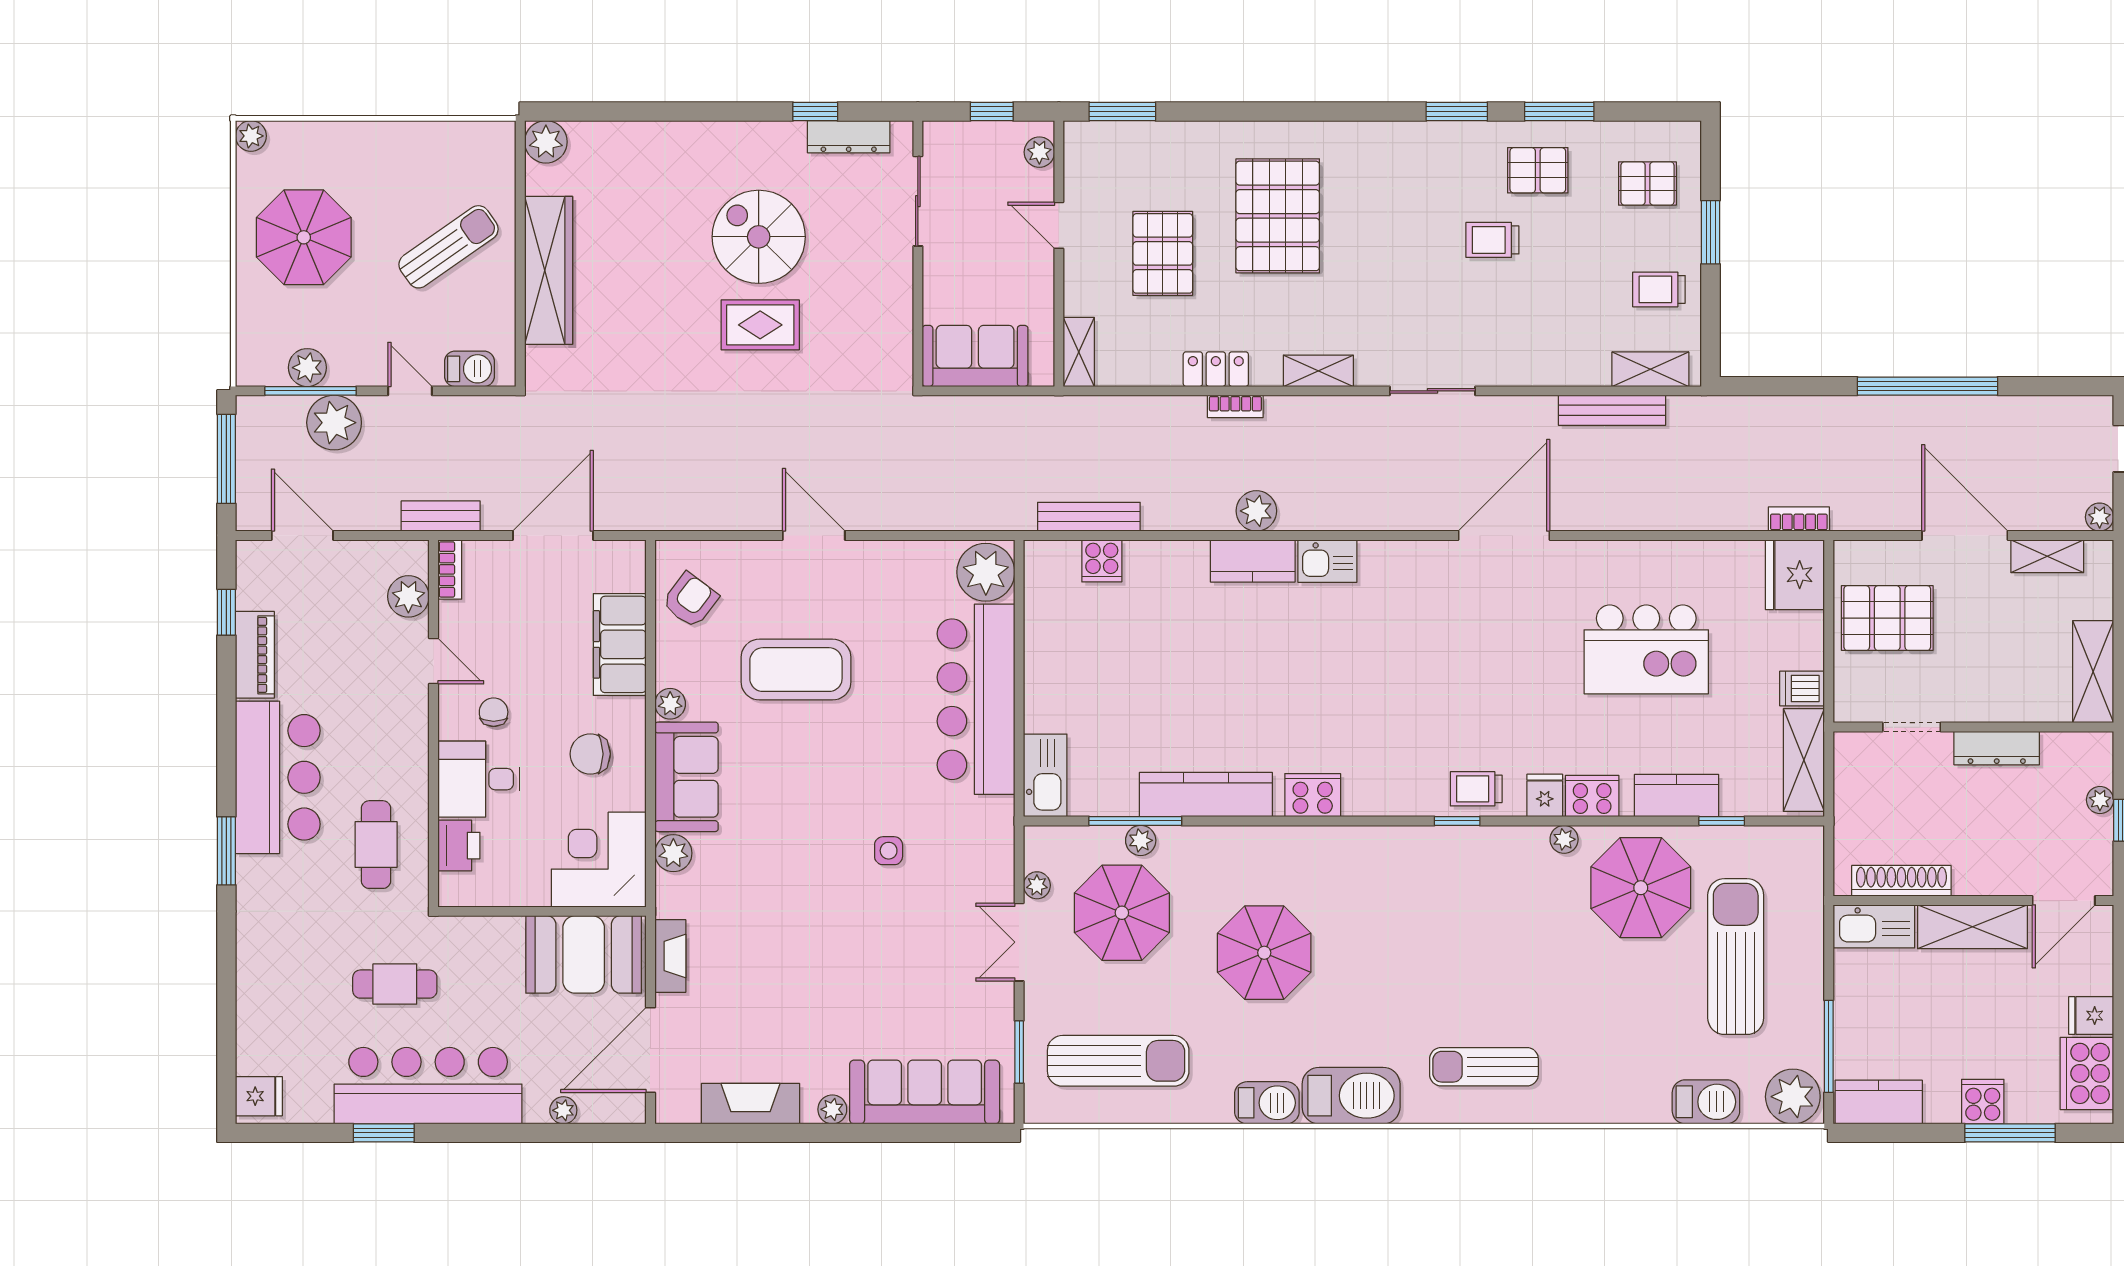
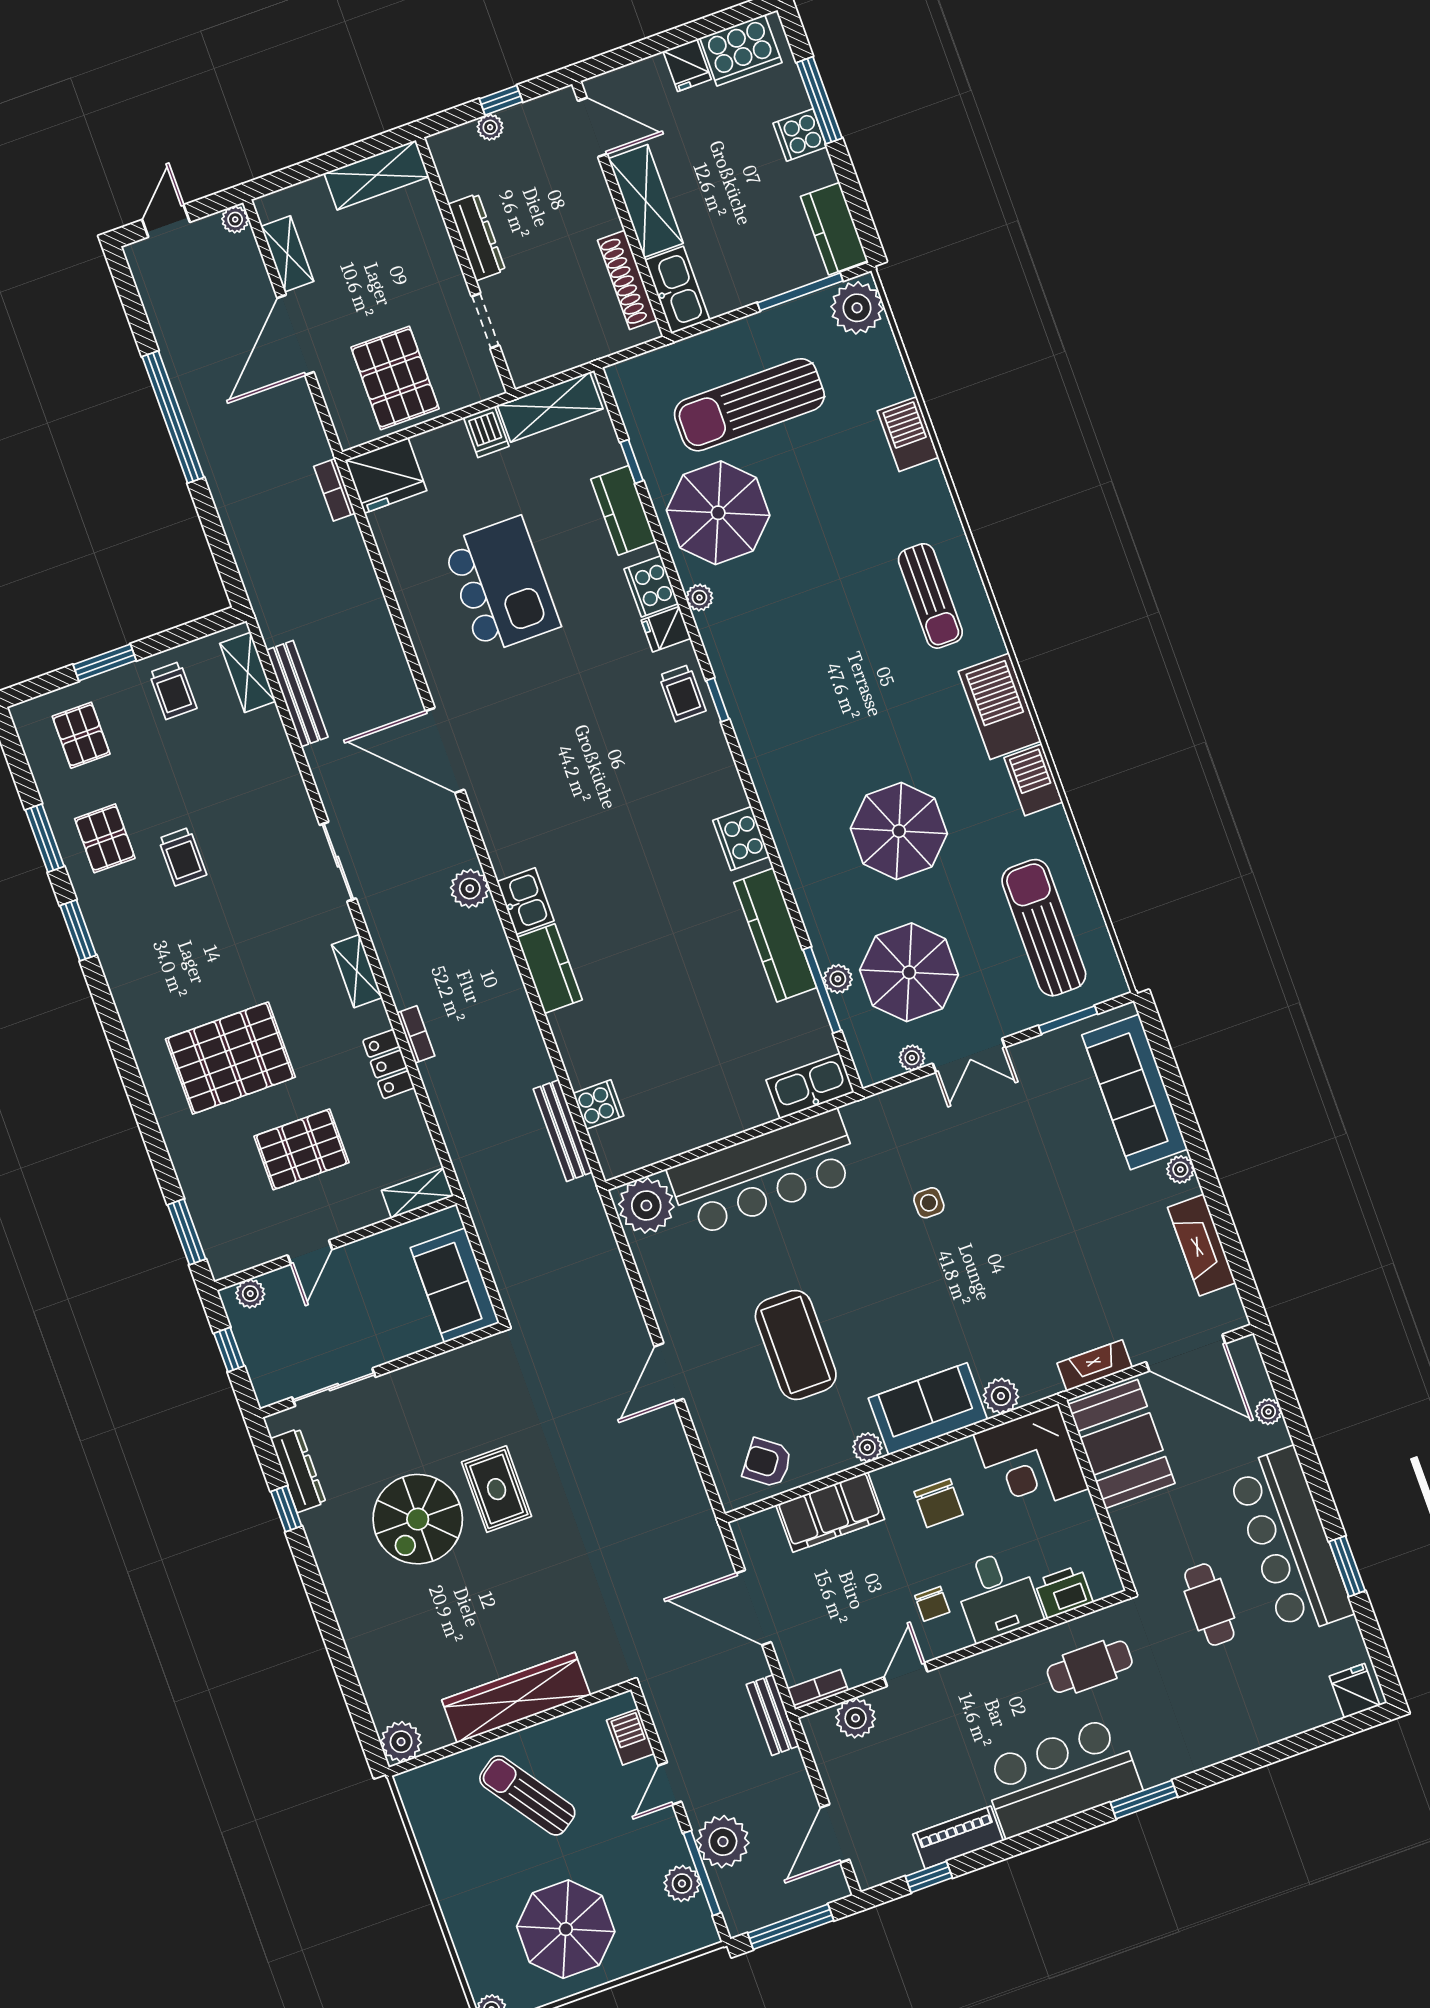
plant: (1256, 511) -> (470, 889), moved
chair: (494, 712) -> (932, 1604), turned -90
barbecue: (1706, 1102) -> (908, 434), moved

